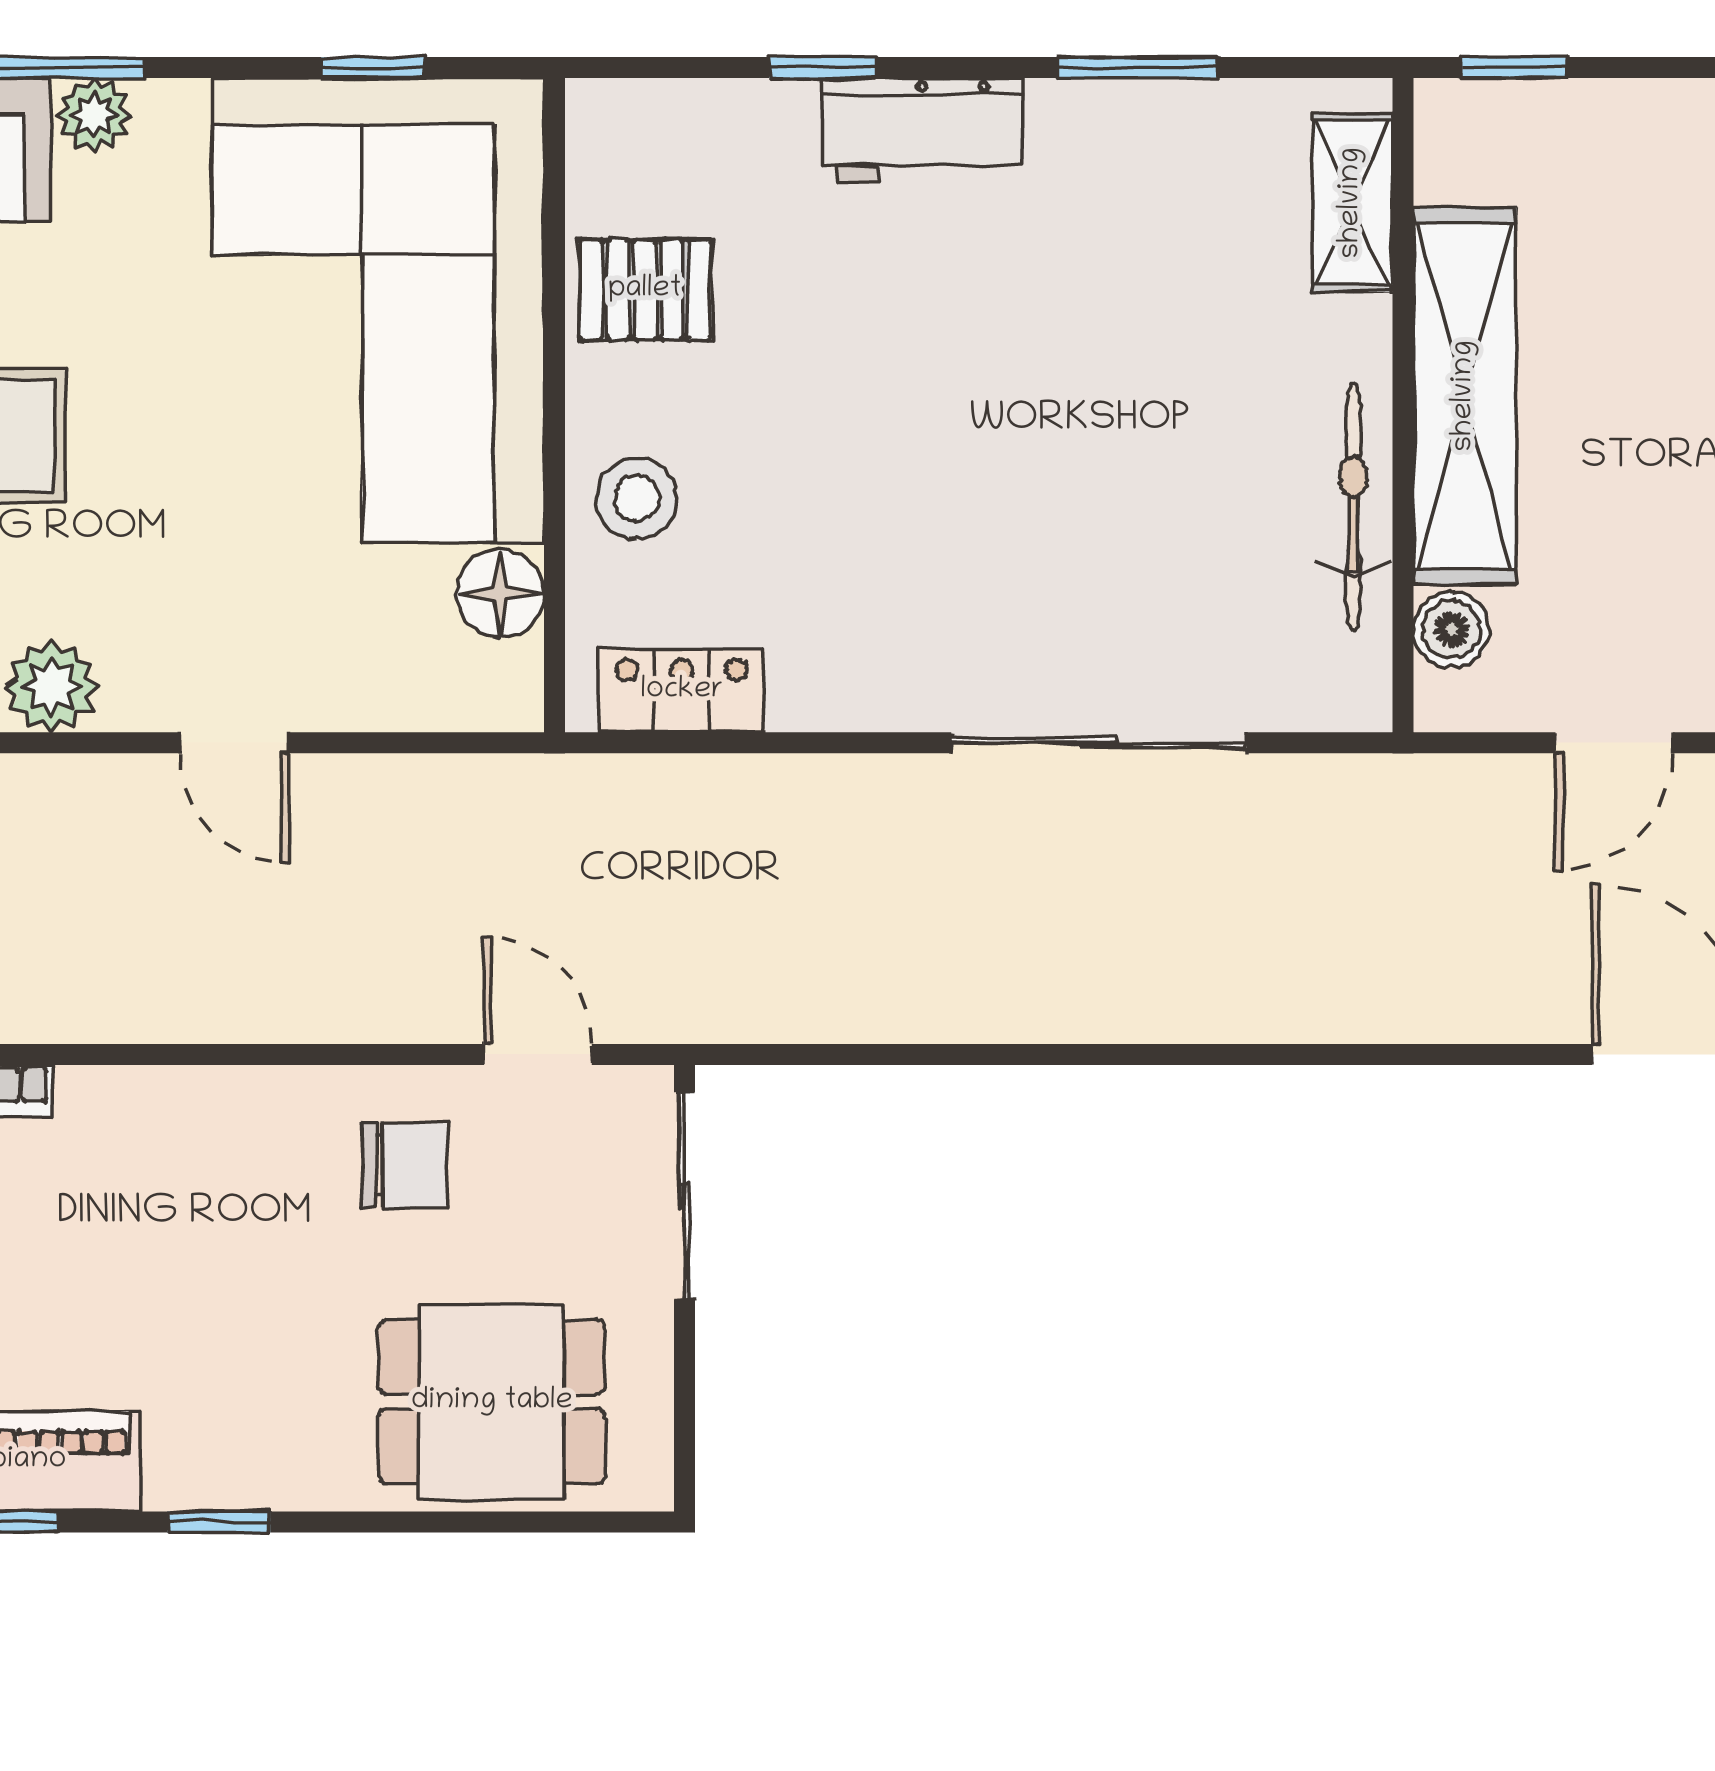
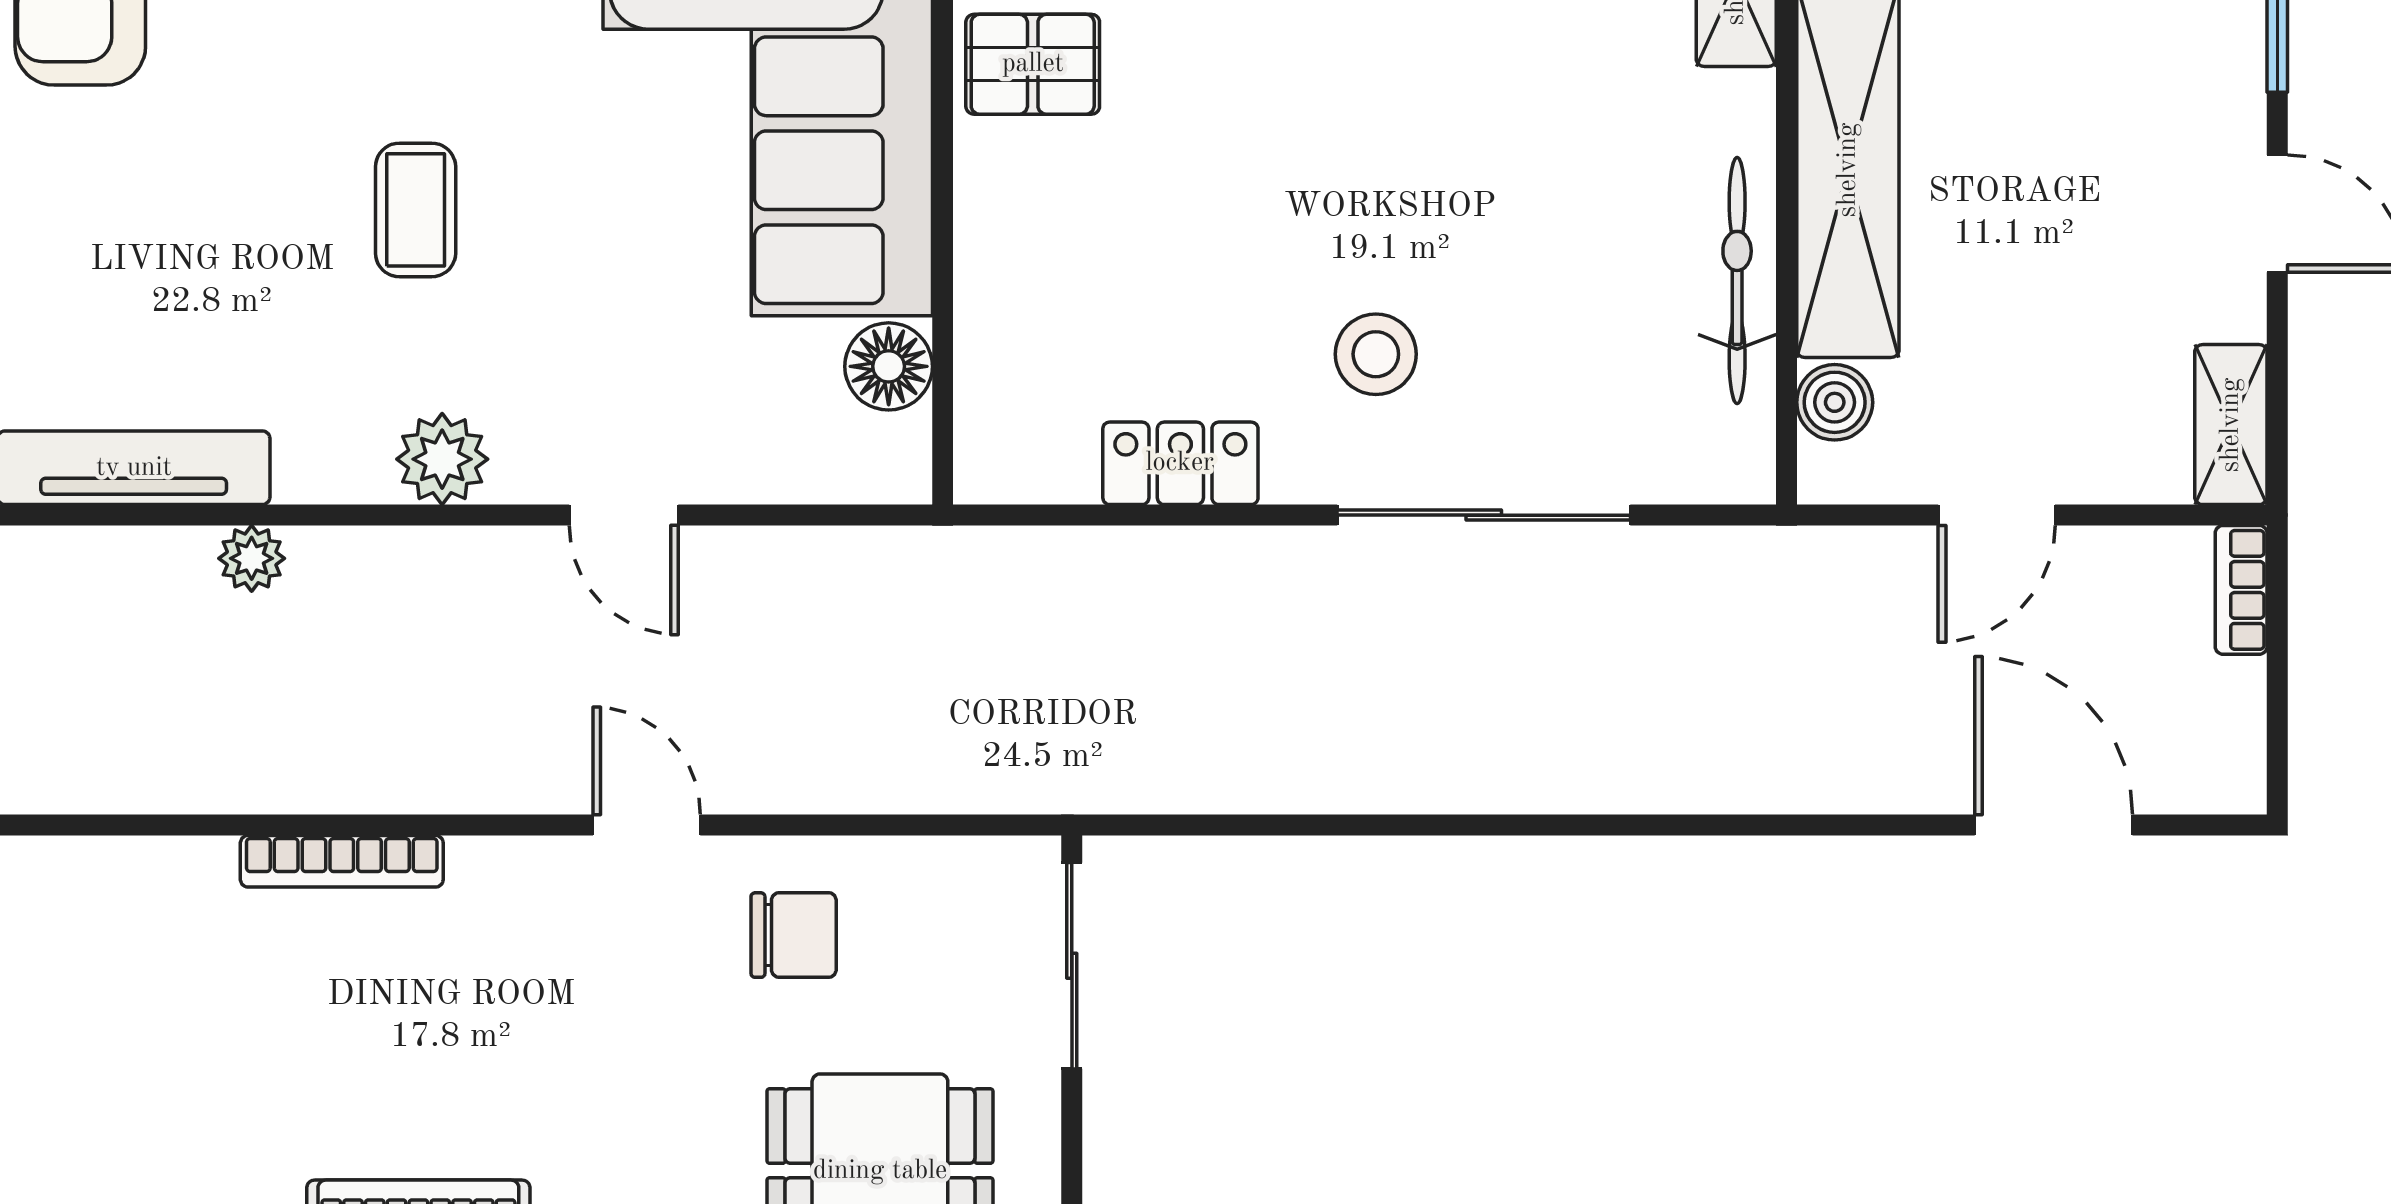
stool: (636, 498) -> (1376, 354), moved
locker: (682, 691) -> (1180, 463), moved
door: (538, 1054) -> (647, 825), moved

